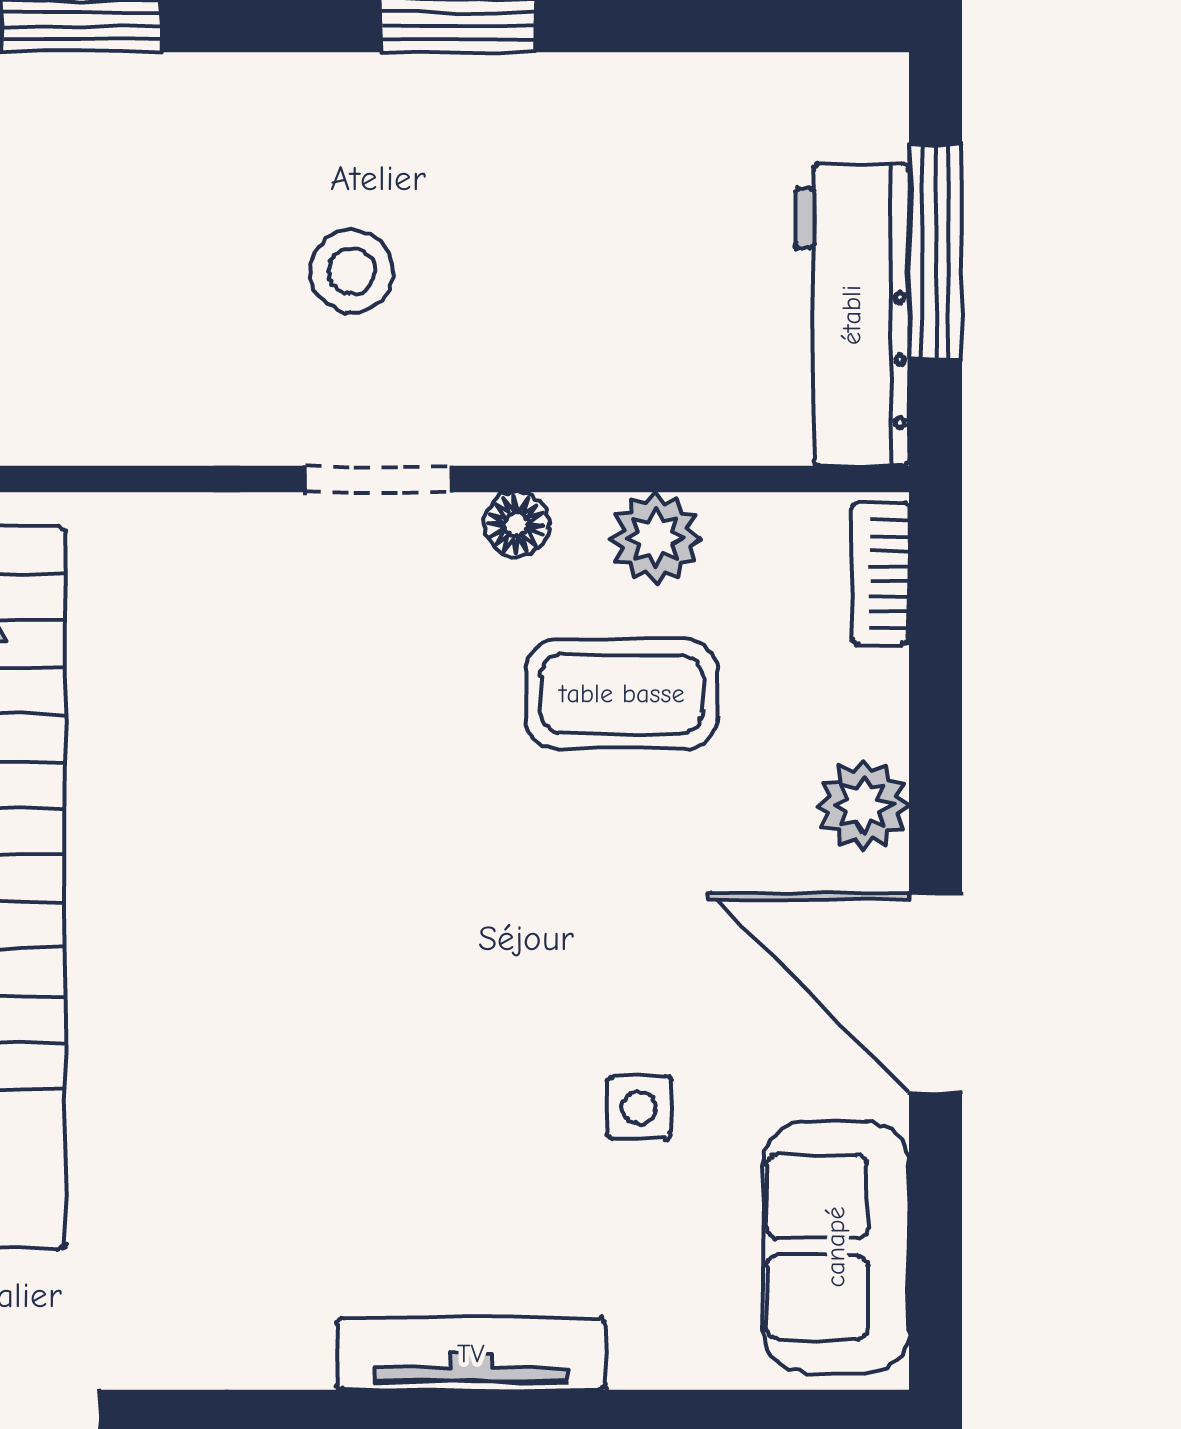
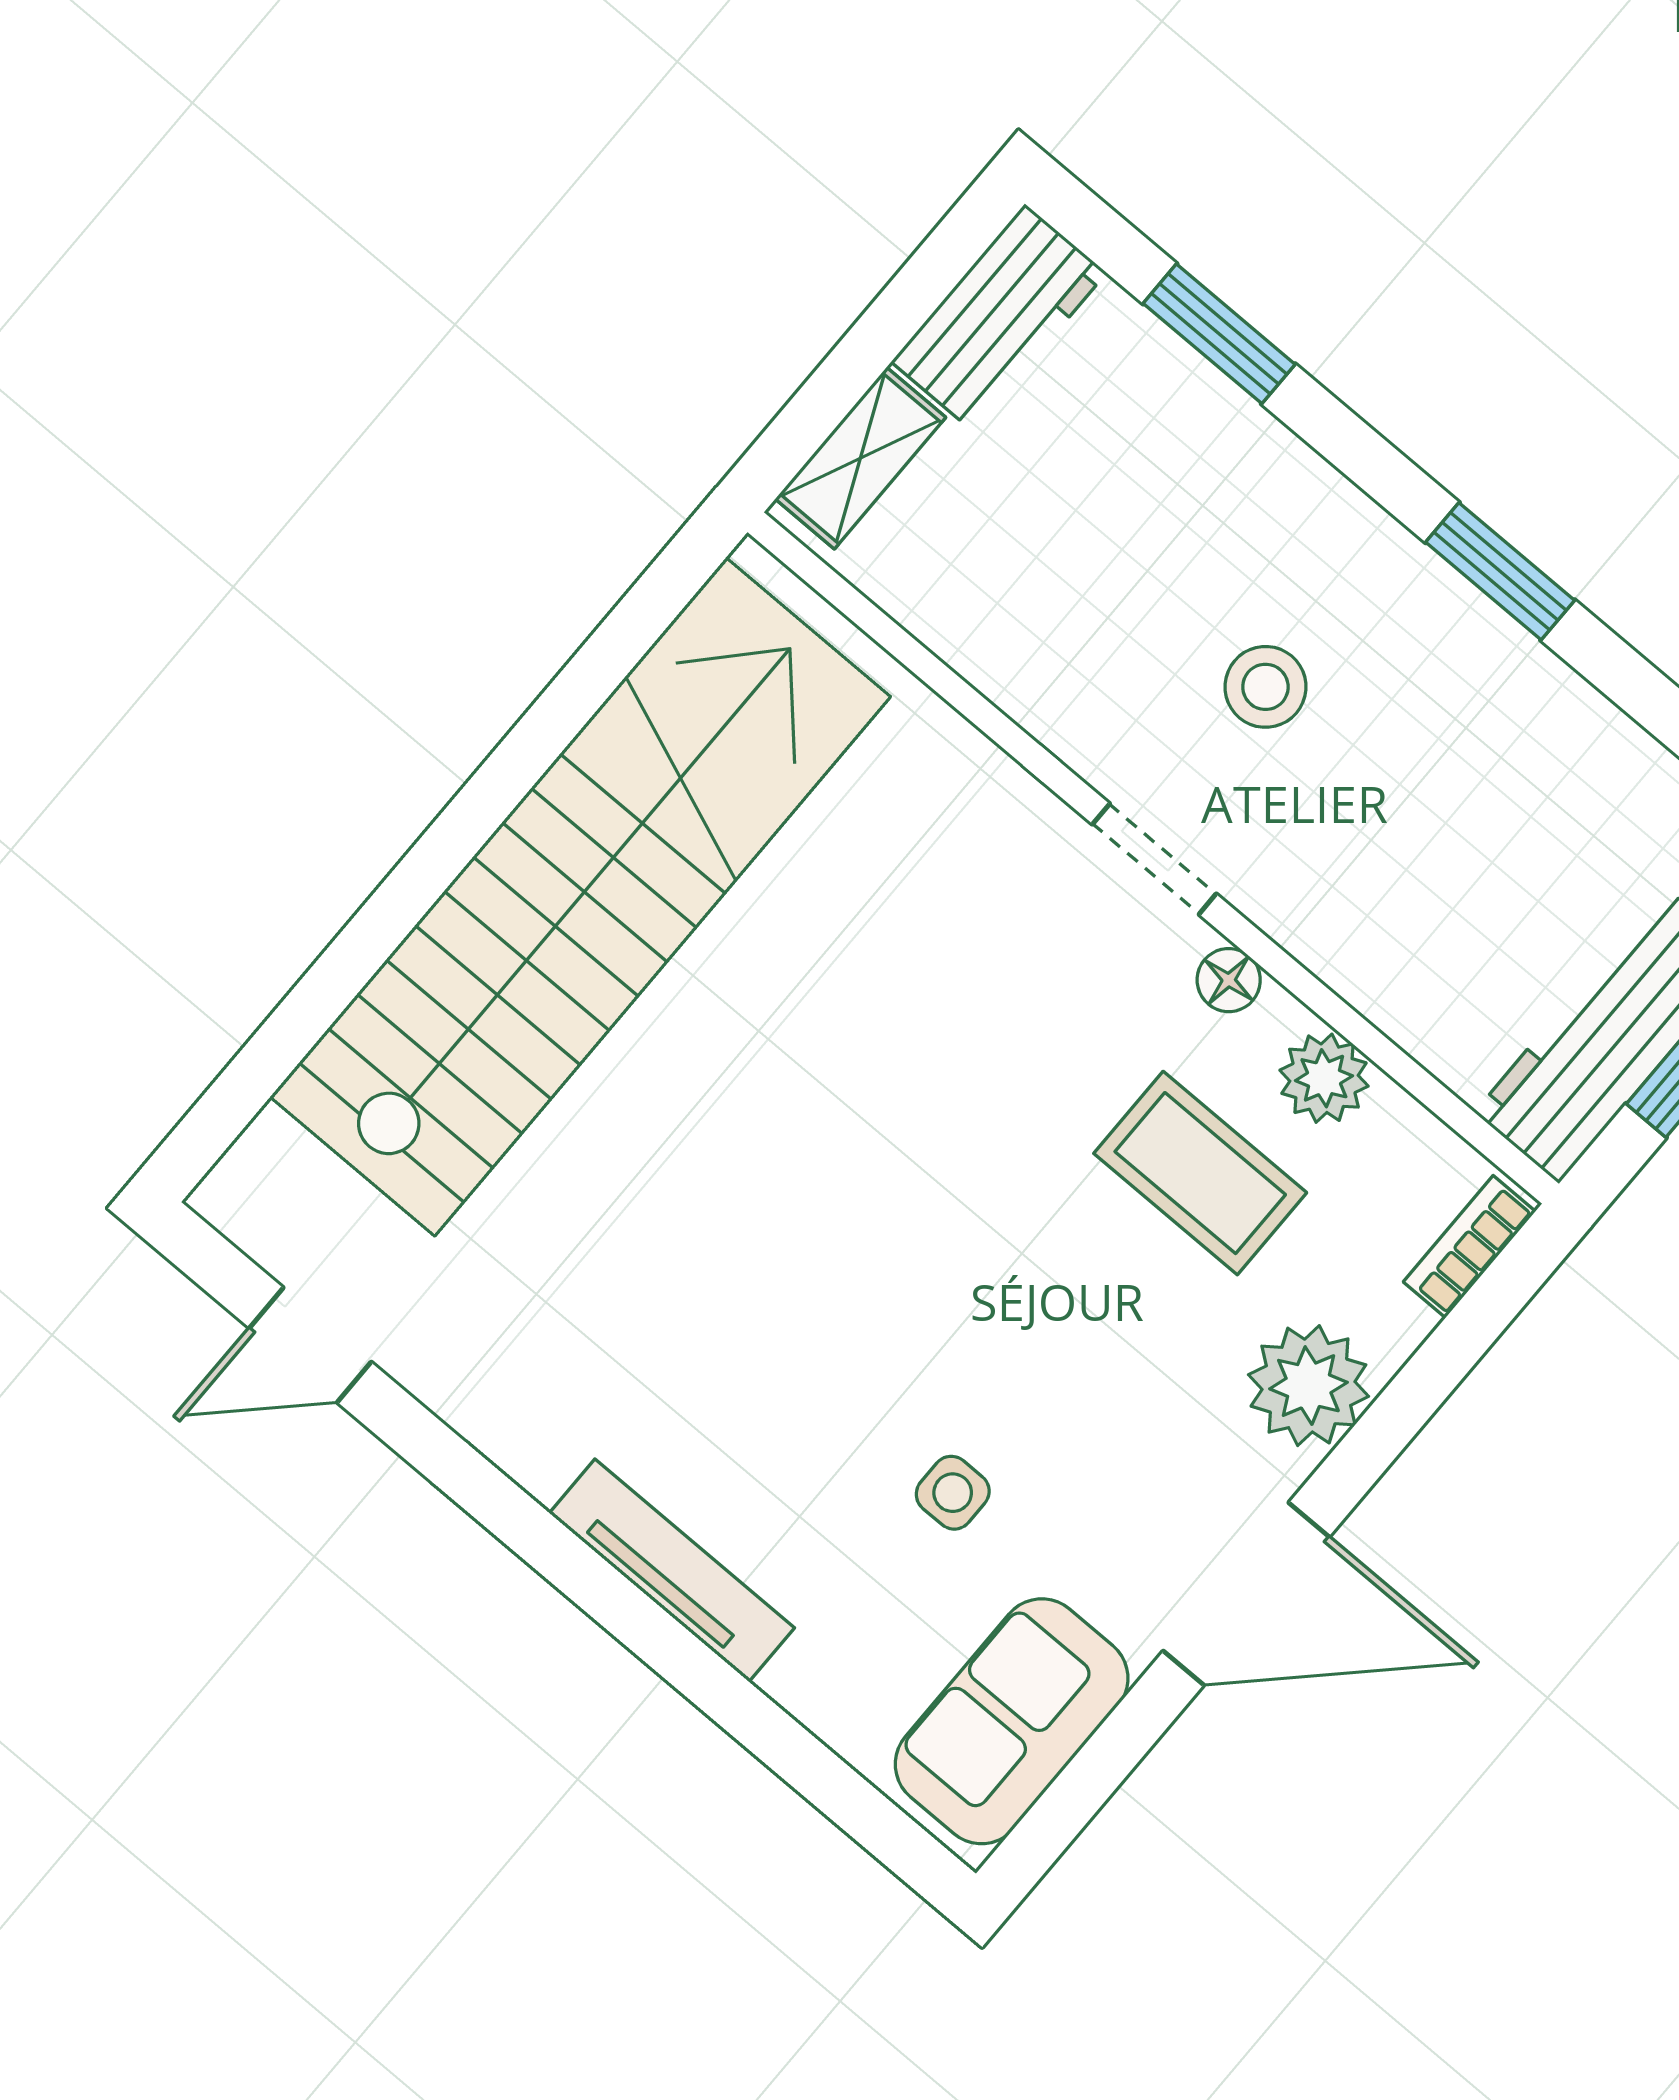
plant: (863, 805) -> (1308, 1386), width x1.36, depth x1.36
door: (935, 993) -> (1246, 1594), swing flipped

